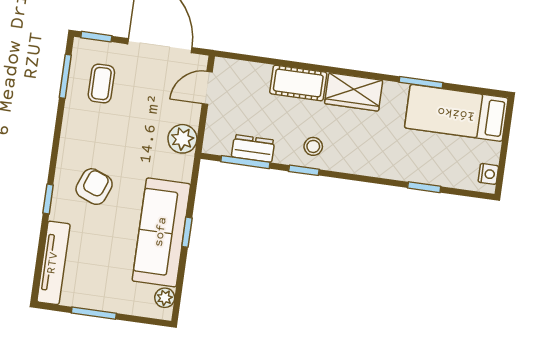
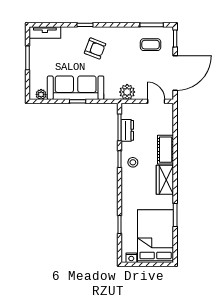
bed: (456, 113) -> (156, 236), width x1.50
tv unit: (53, 263) -> (45, 32), width x0.71

